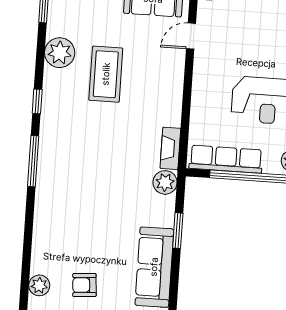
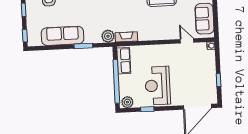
row of seats: (226, 159) -> (124, 61), width x0.68

